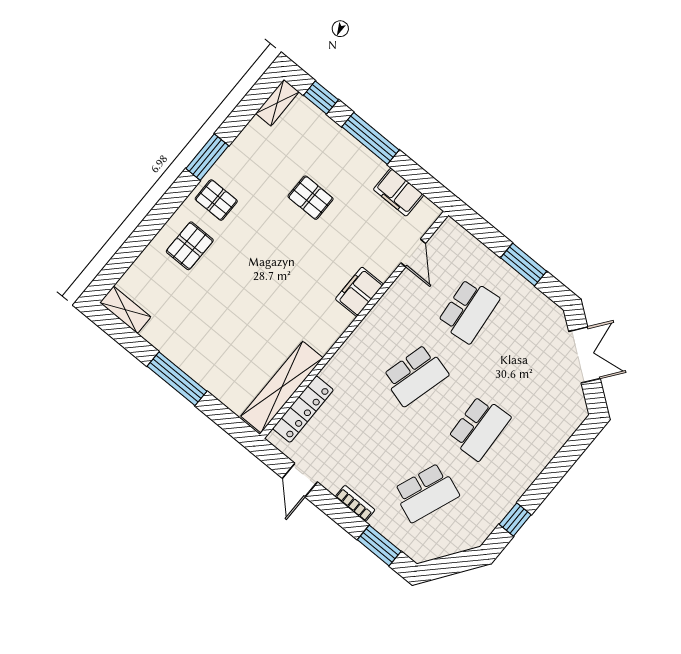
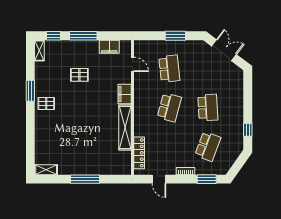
pallet: (190, 246) -> (50, 128), removed
shelving: (282, 387) -> (125, 128), moved

